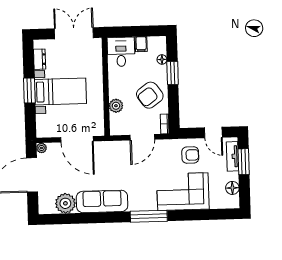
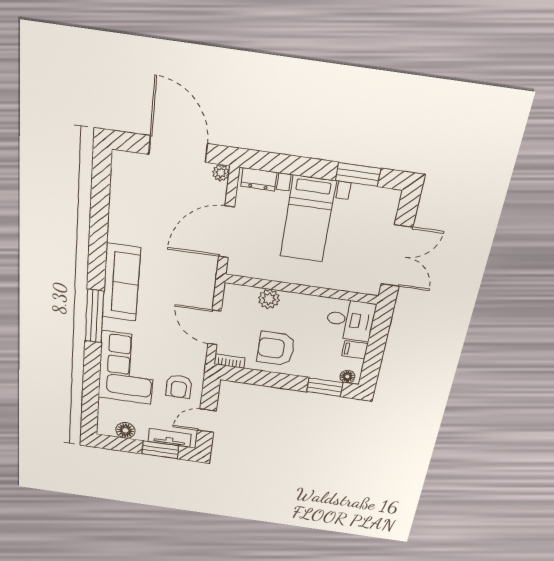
dresser: (40, 59) -> (259, 179), moved
floor lamp: (162, 59) -> (347, 377), moved
window: (173, 73) -> (325, 387), moved
window: (29, 90) -> (358, 174), moved
armchair: (150, 95) -> (276, 349), turned -54
sofa: (102, 201) -> (121, 283), moved
plant: (65, 203) -> (126, 196), removed

